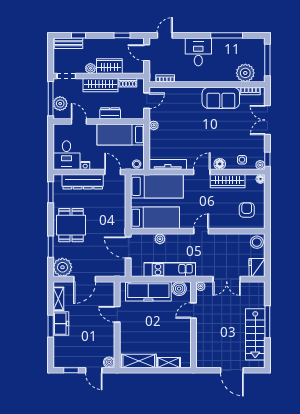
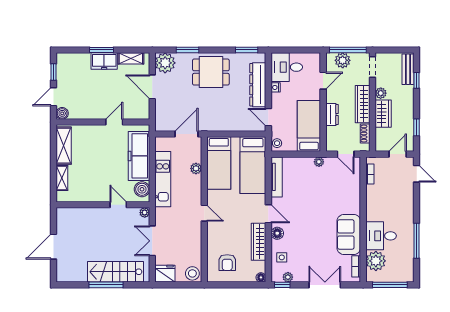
desk: (198, 52) -> (381, 236), moved, turned 180
plant: (260, 165) -> (288, 277), moved
door: (113, 172) -> (268, 117), swing flipped
armchair: (247, 210) -> (227, 263), turned 90
stairs: (255, 334) -> (115, 272), moved

